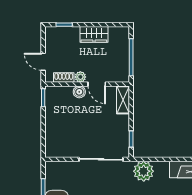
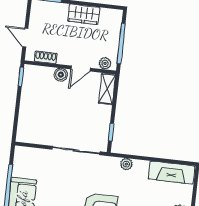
plant: (80, 77) -> (105, 63), moved
door: (97, 84) -> (81, 69), hinge flipped
plant: (144, 171) -> (126, 164), width x0.53, depth x0.53

